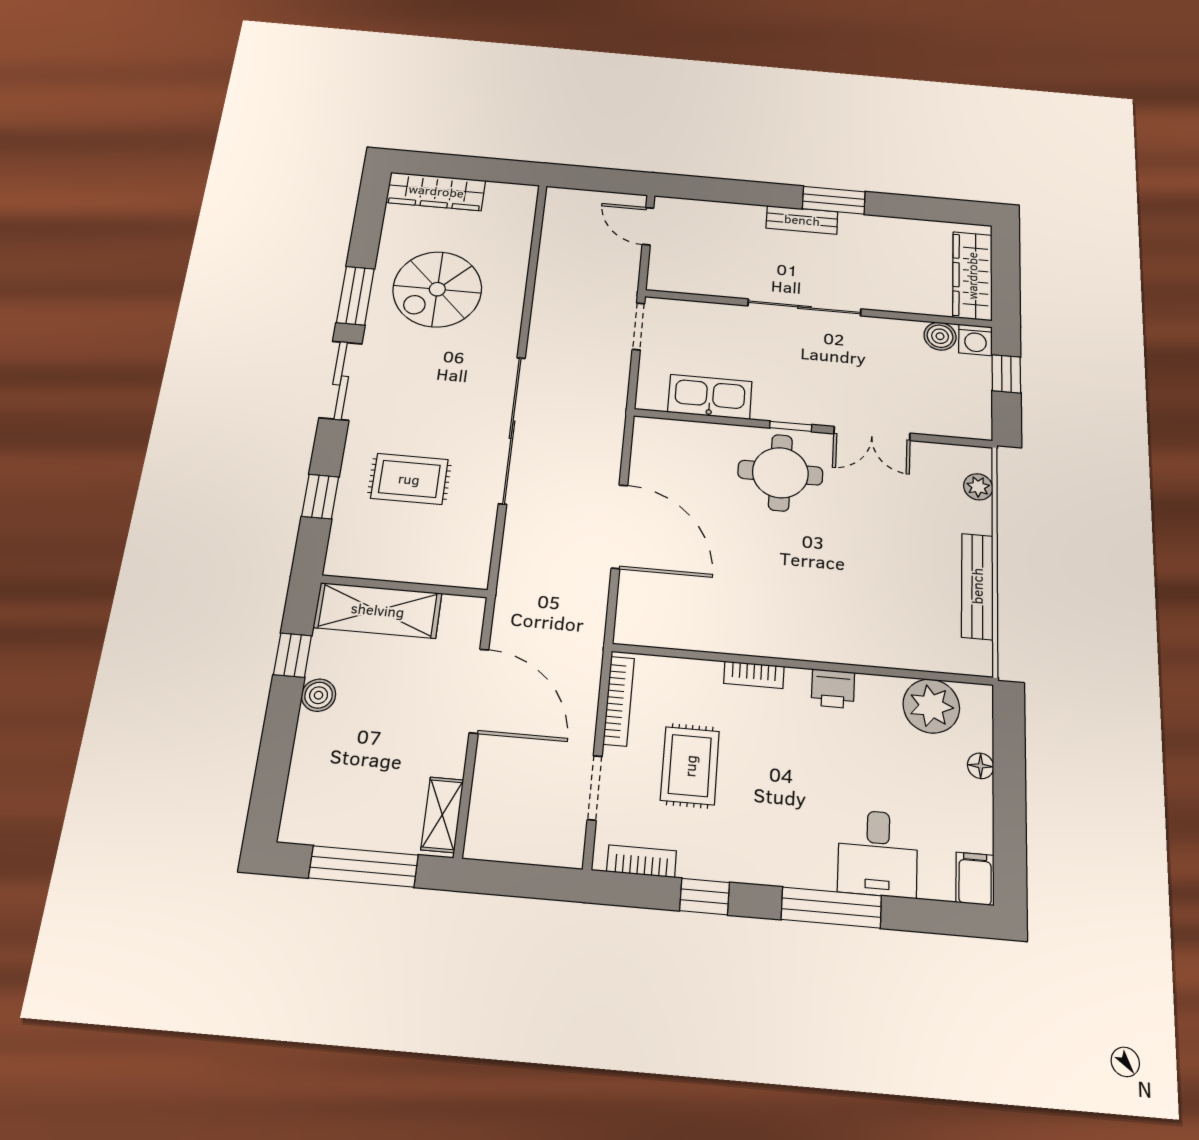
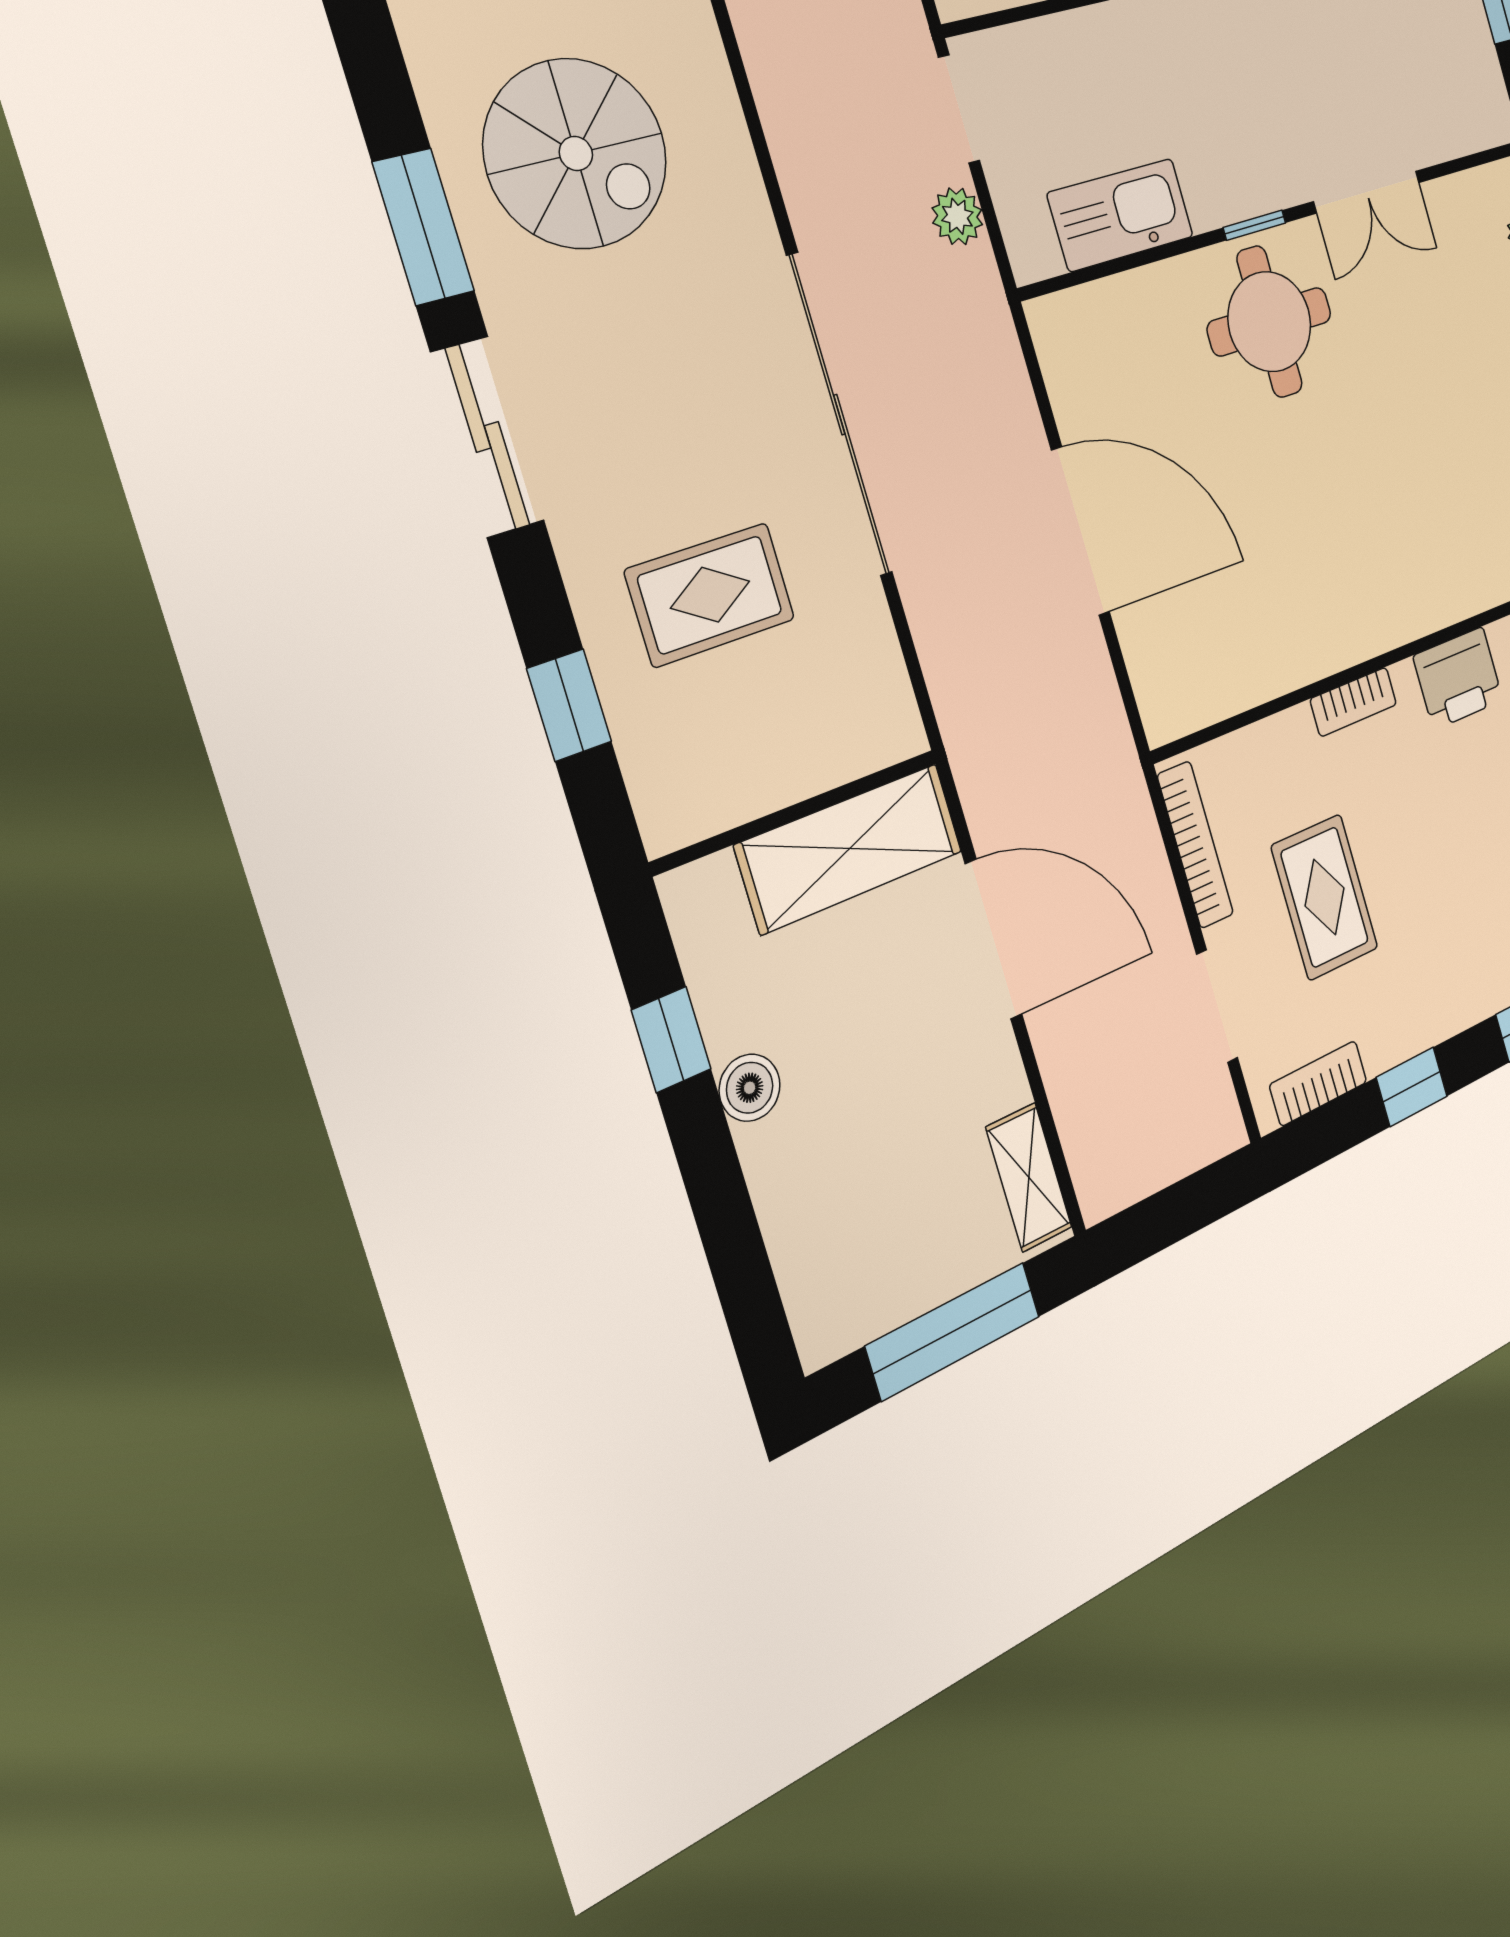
spiral stairs: (437, 289) -> (576, 153), turned -90
plant: (616, 369) -> (957, 216), added
shelving: (378, 610) -> (850, 848), moved
printer: (833, 689) -> (1458, 678), width x1.36, depth x1.24

